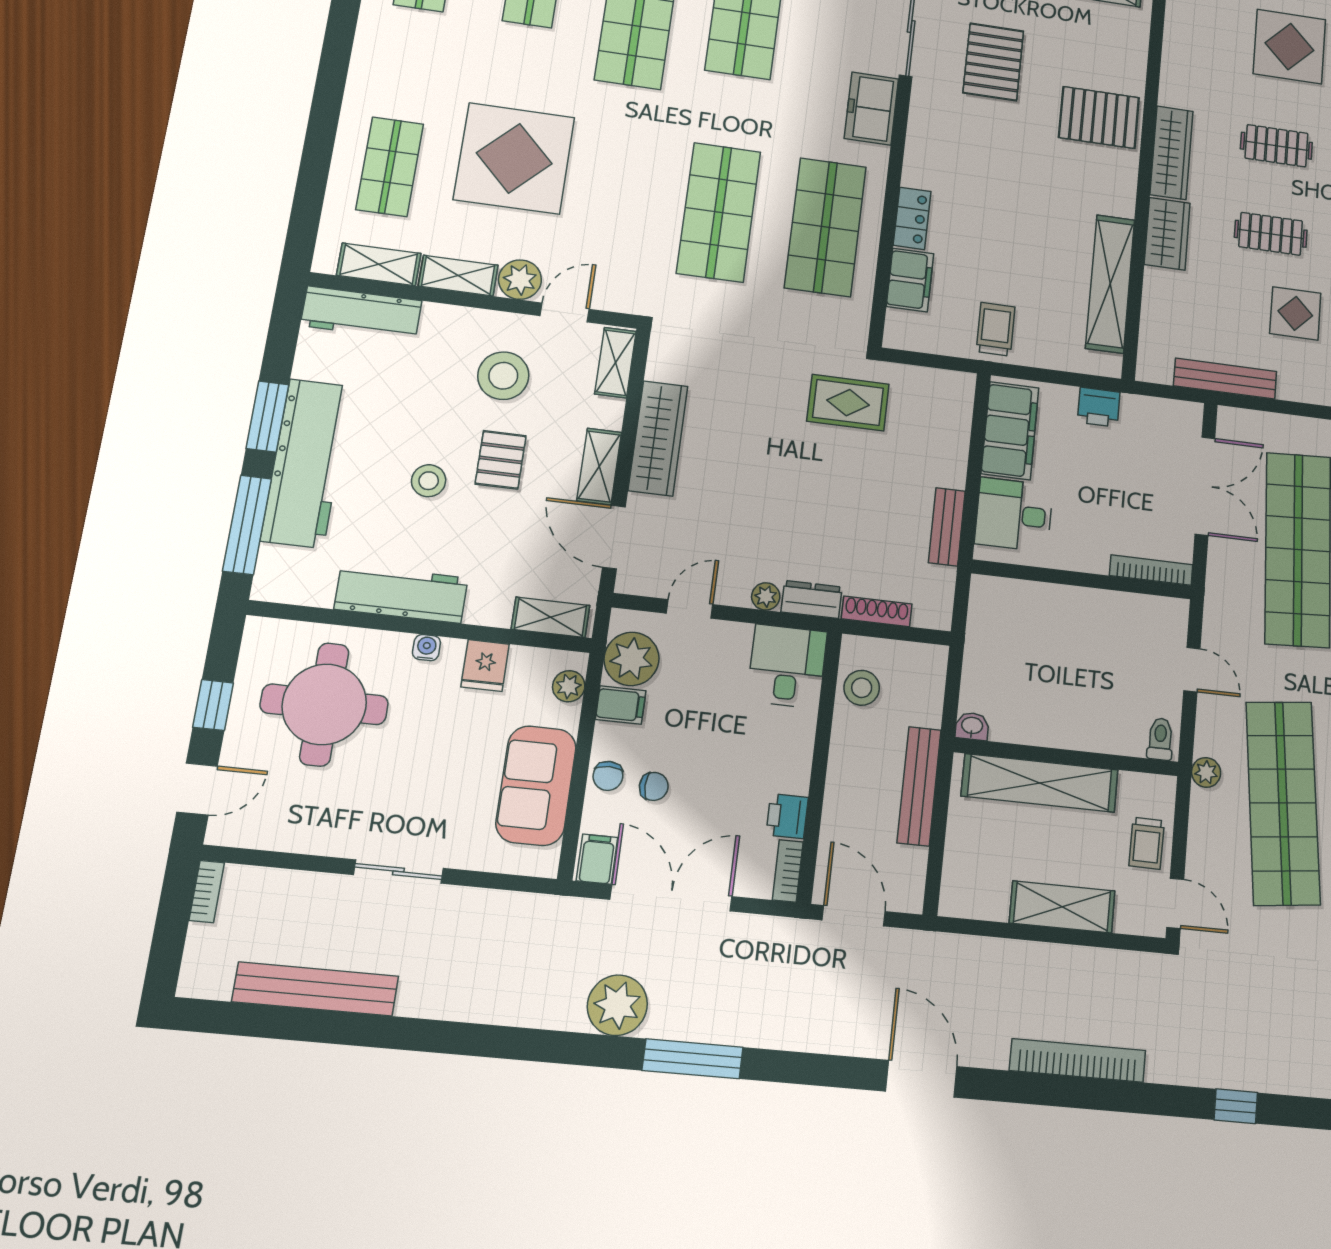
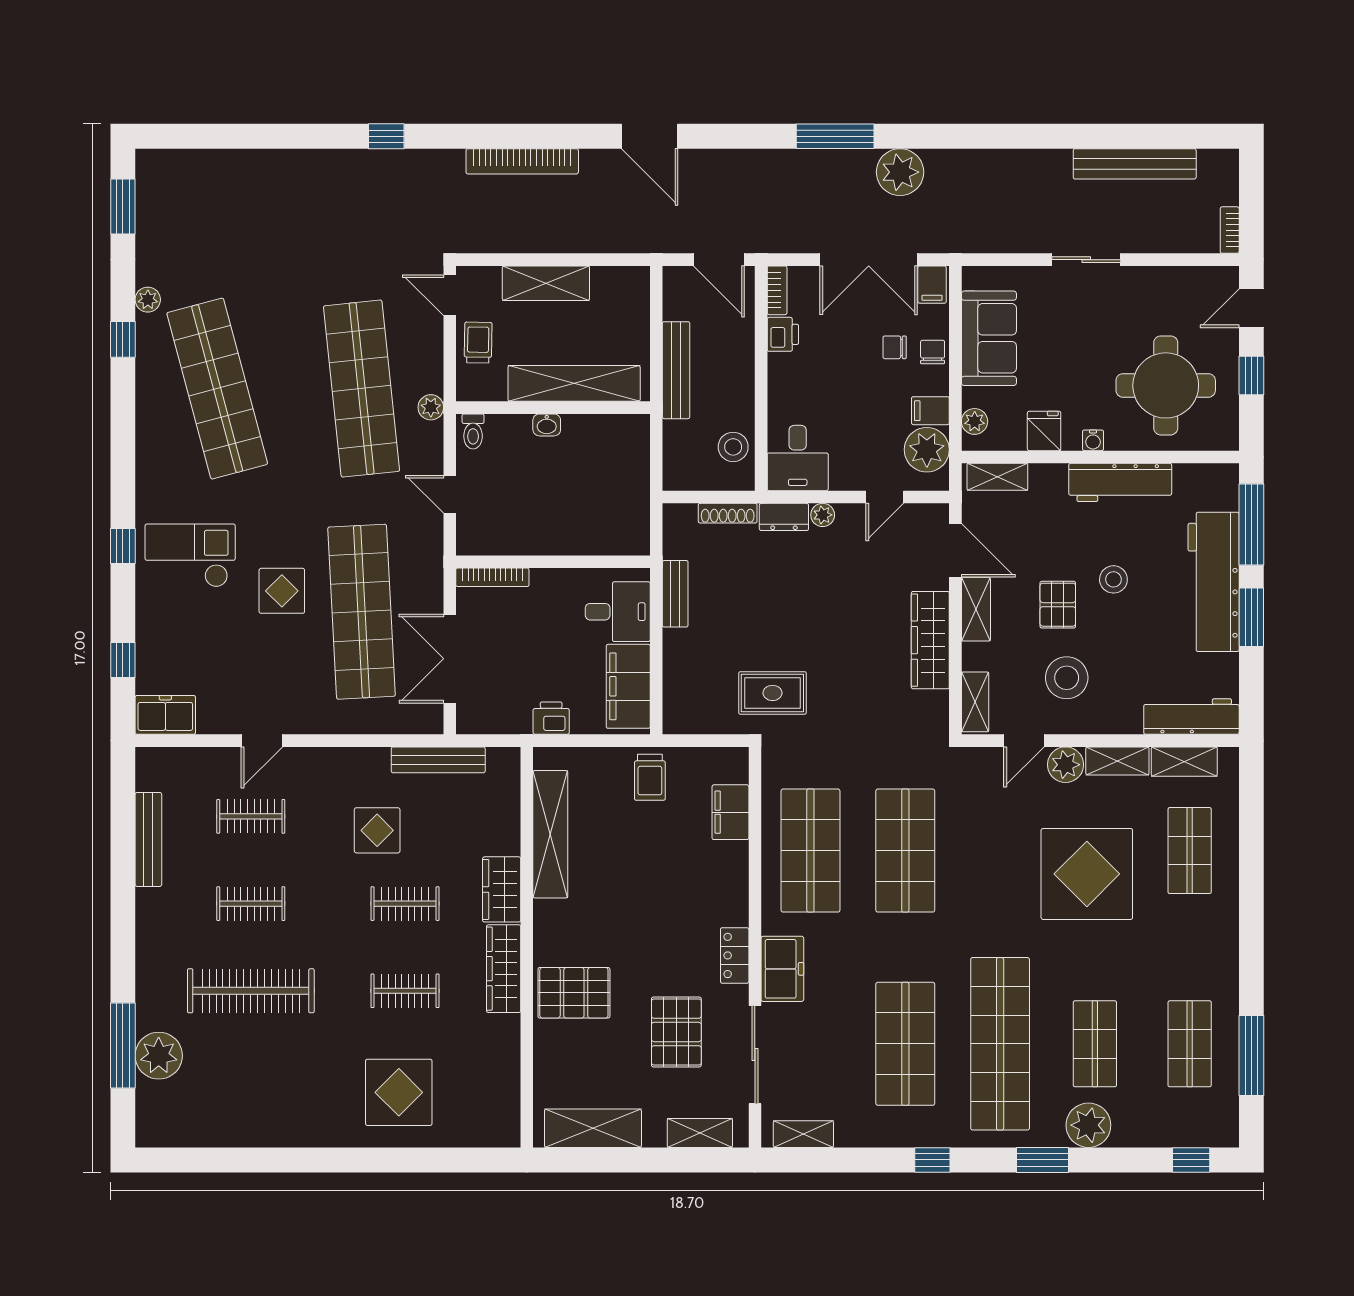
locker: (912, 218) -> (735, 955), moved
washbasin: (972, 726) -> (547, 425), moved

